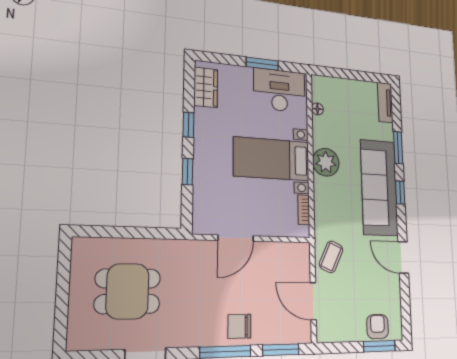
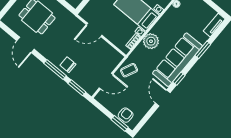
plant: (326, 162) -> (151, 41), moved
window: (400, 192) -> (179, 79), moved
door: (313, 301) -> (106, 81), swing flipped

